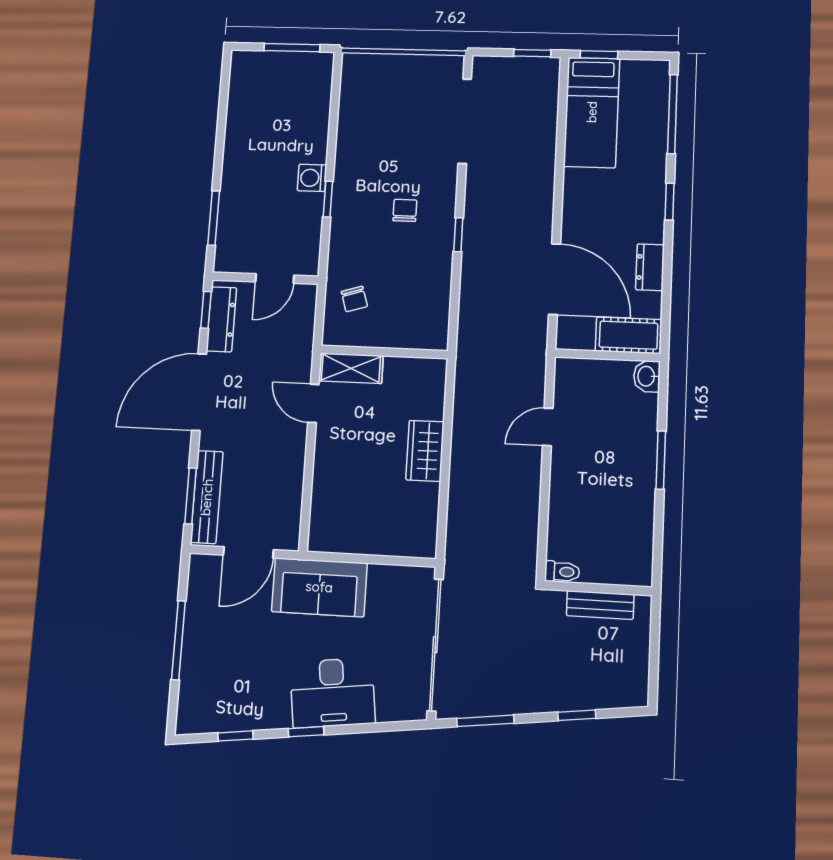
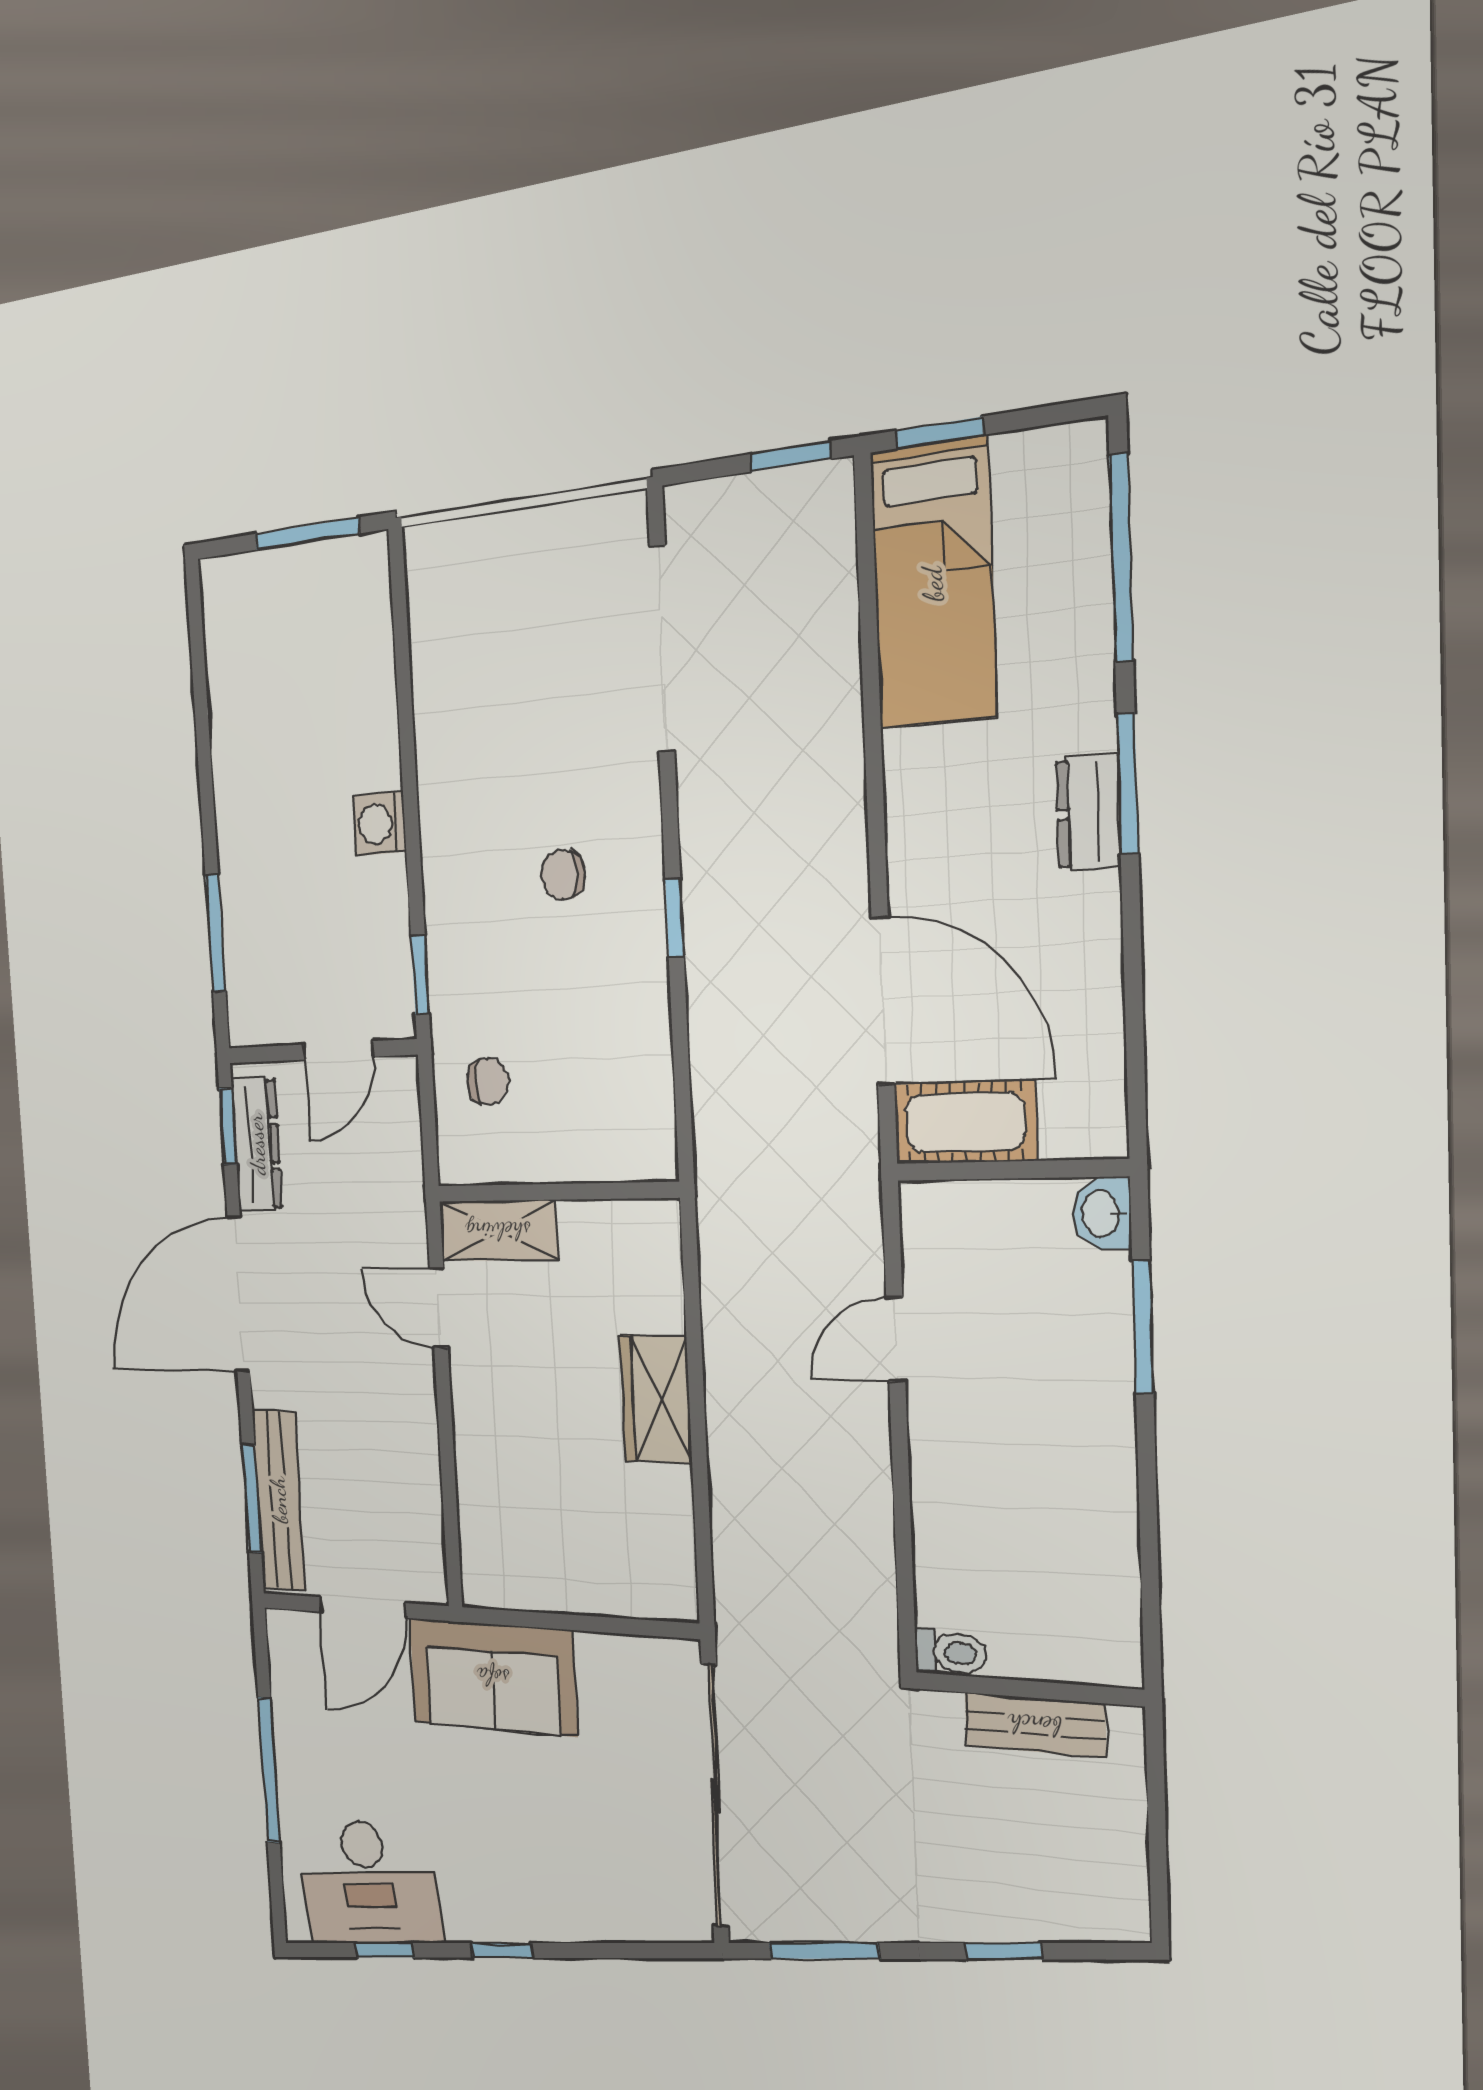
window: (328, 199) -> (420, 975), moved
window: (669, 202) -> (1128, 784), width x1.50
chair: (405, 210) -> (563, 875), turned -90
dresser: (650, 267) -> (1088, 812), moved
chair: (354, 299) -> (488, 1081), turned -73
cot: (628, 335) -> (965, 1122), moved
window: (661, 460) -> (1143, 1327), moved
desk: (333, 693) -> (368, 1882), moved

